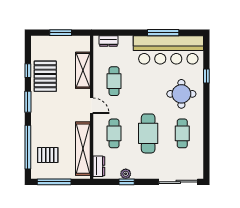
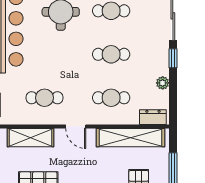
door: (92, 106) -> (76, 126), swing flipped
cafe table: (148, 133) -> (111, 54), width x0.73, depth x0.74
window: (127, 182) -> (173, 58), moved

